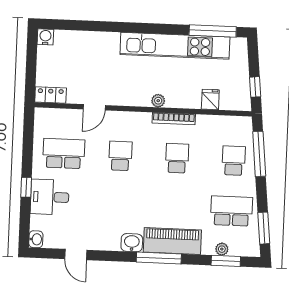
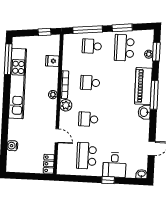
water cooler: (45, 37) -> (12, 146), moved
plant: (142, 121) -> (66, 105), added
window: (264, 228) -> (122, 28), moved

